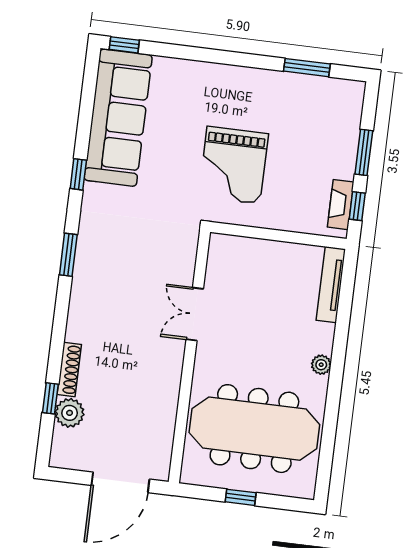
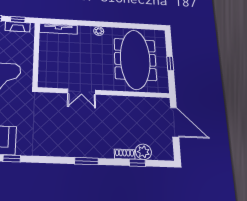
window: (68, 255) -> (86, 161), moved
shoe rack: (69, 370) -> (125, 154), width x0.70

